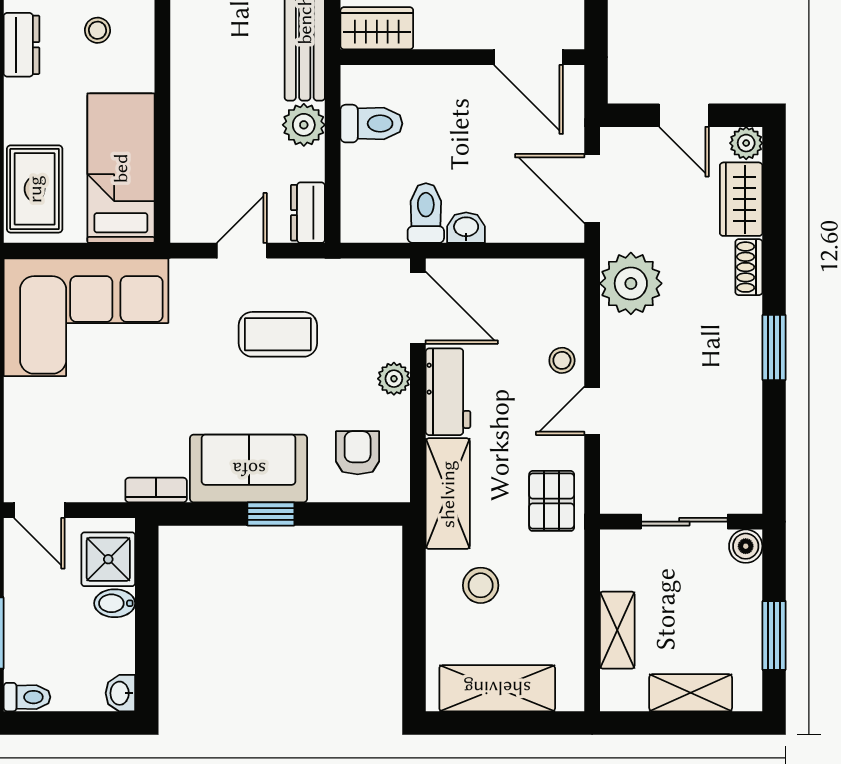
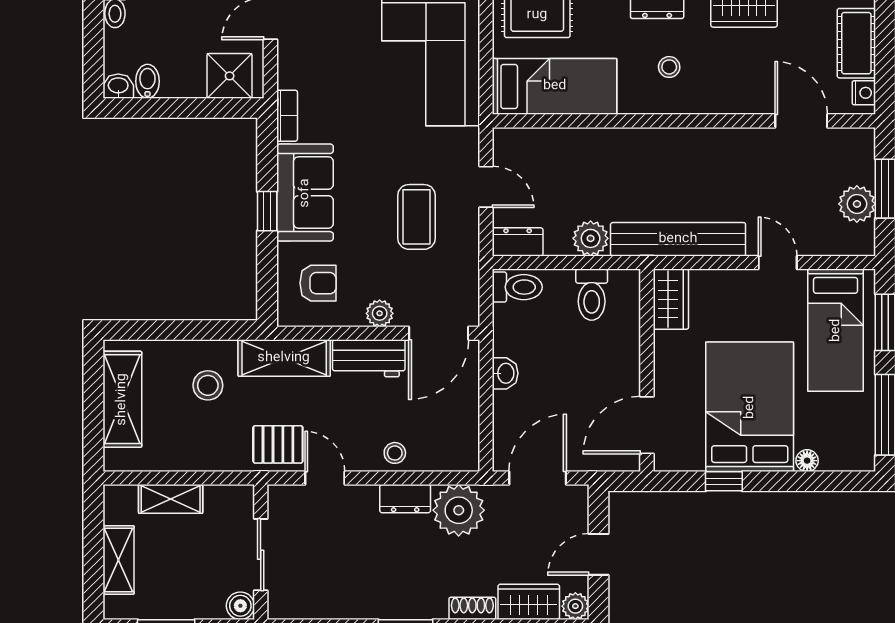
toilet: (426, 213) -> (517, 287), moved
dresser: (617, 348) -> (405, 499), added
door: (592, 411) -> (325, 478), moved
bidet: (115, 603) -> (147, 81), moved

